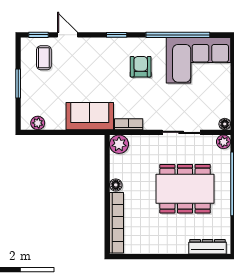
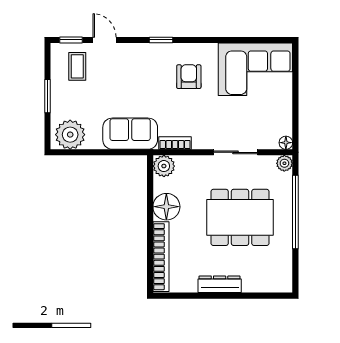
window: (178, 35) -> (232, 40), removed
plant: (38, 123) -> (70, 135), width x1.88, depth x1.88
floor lamp: (116, 185) -> (166, 207), width x1.89, depth x1.89
dresser: (207, 247) -> (220, 284), moved

